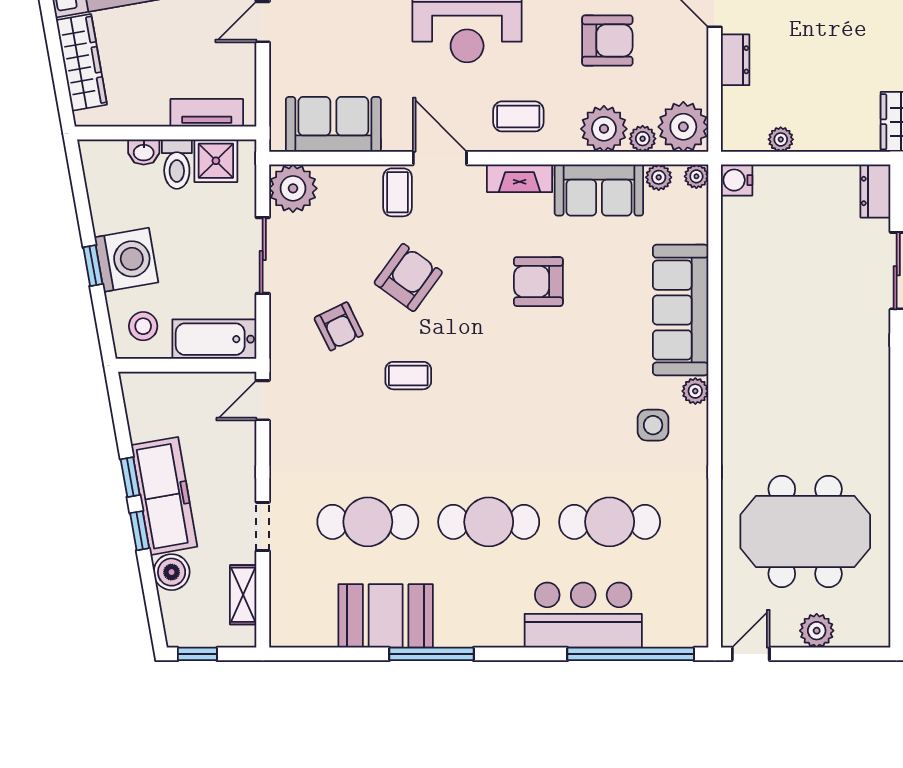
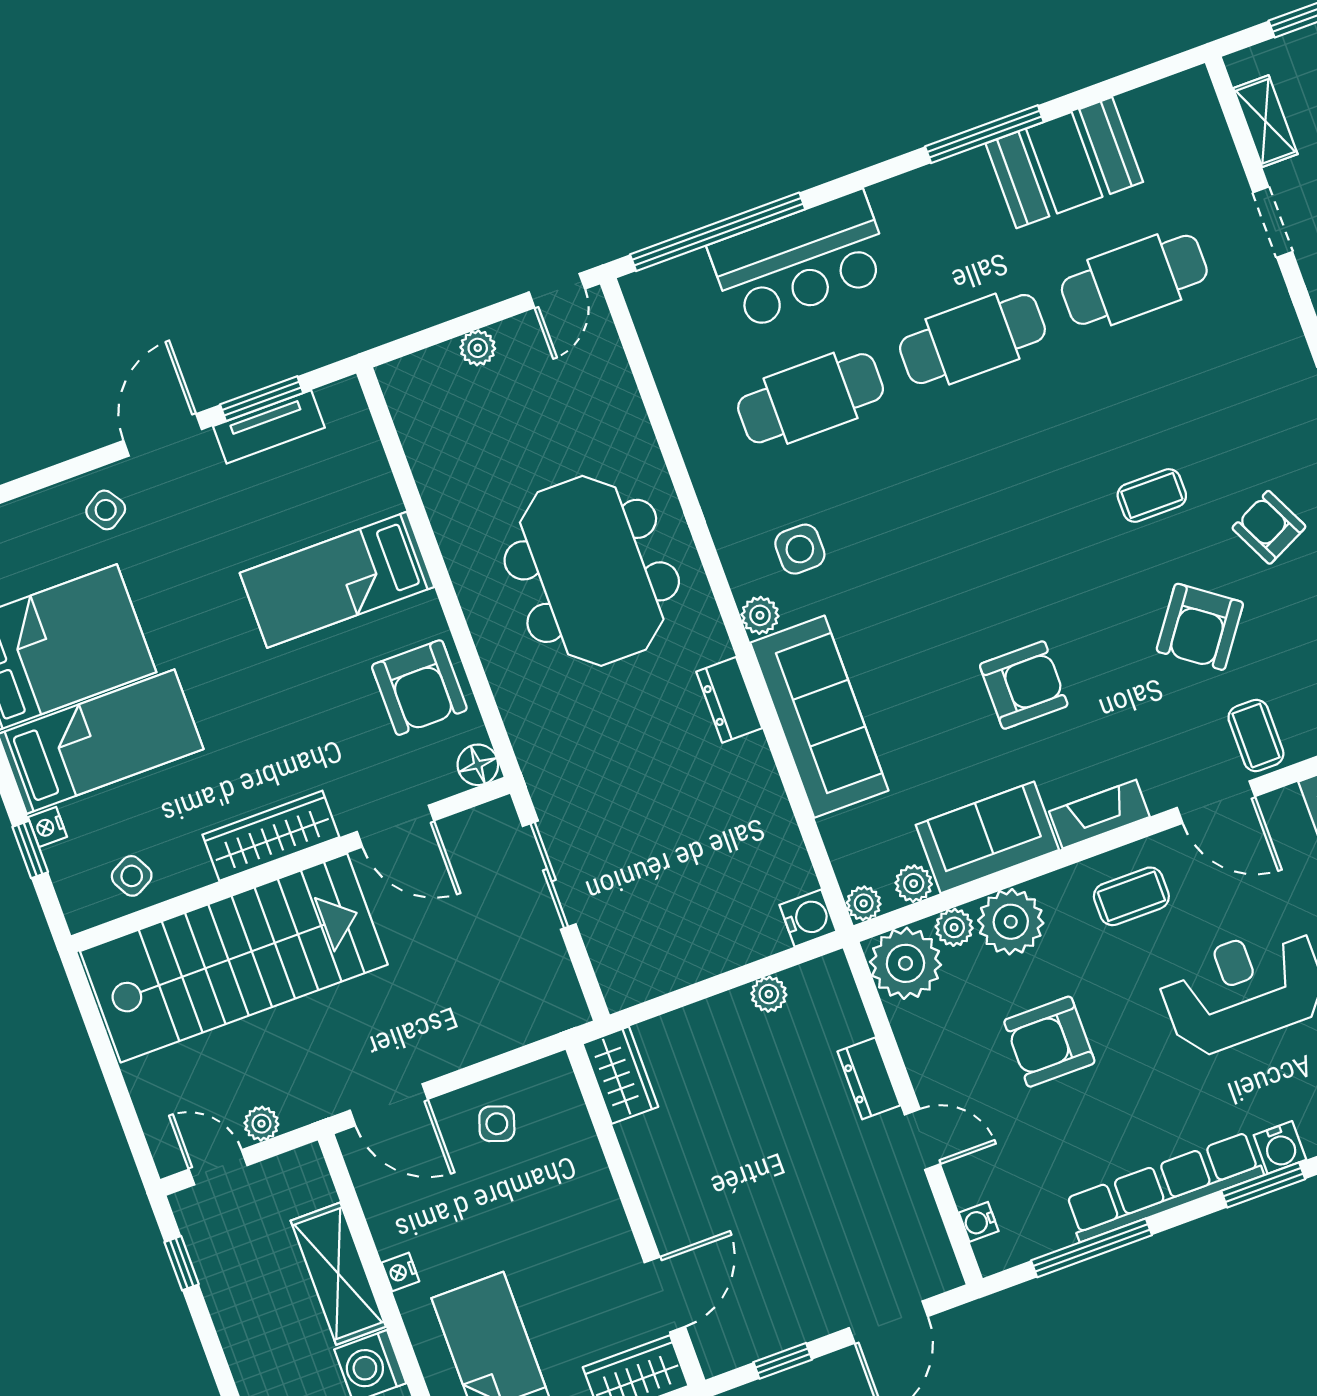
dresser: (875, 191) -> (729, 700), moved, turned 180
meeting table: (805, 531) -> (592, 571), moved, turned 90
plant: (817, 631) -> (478, 348), width x0.73, depth x0.73

